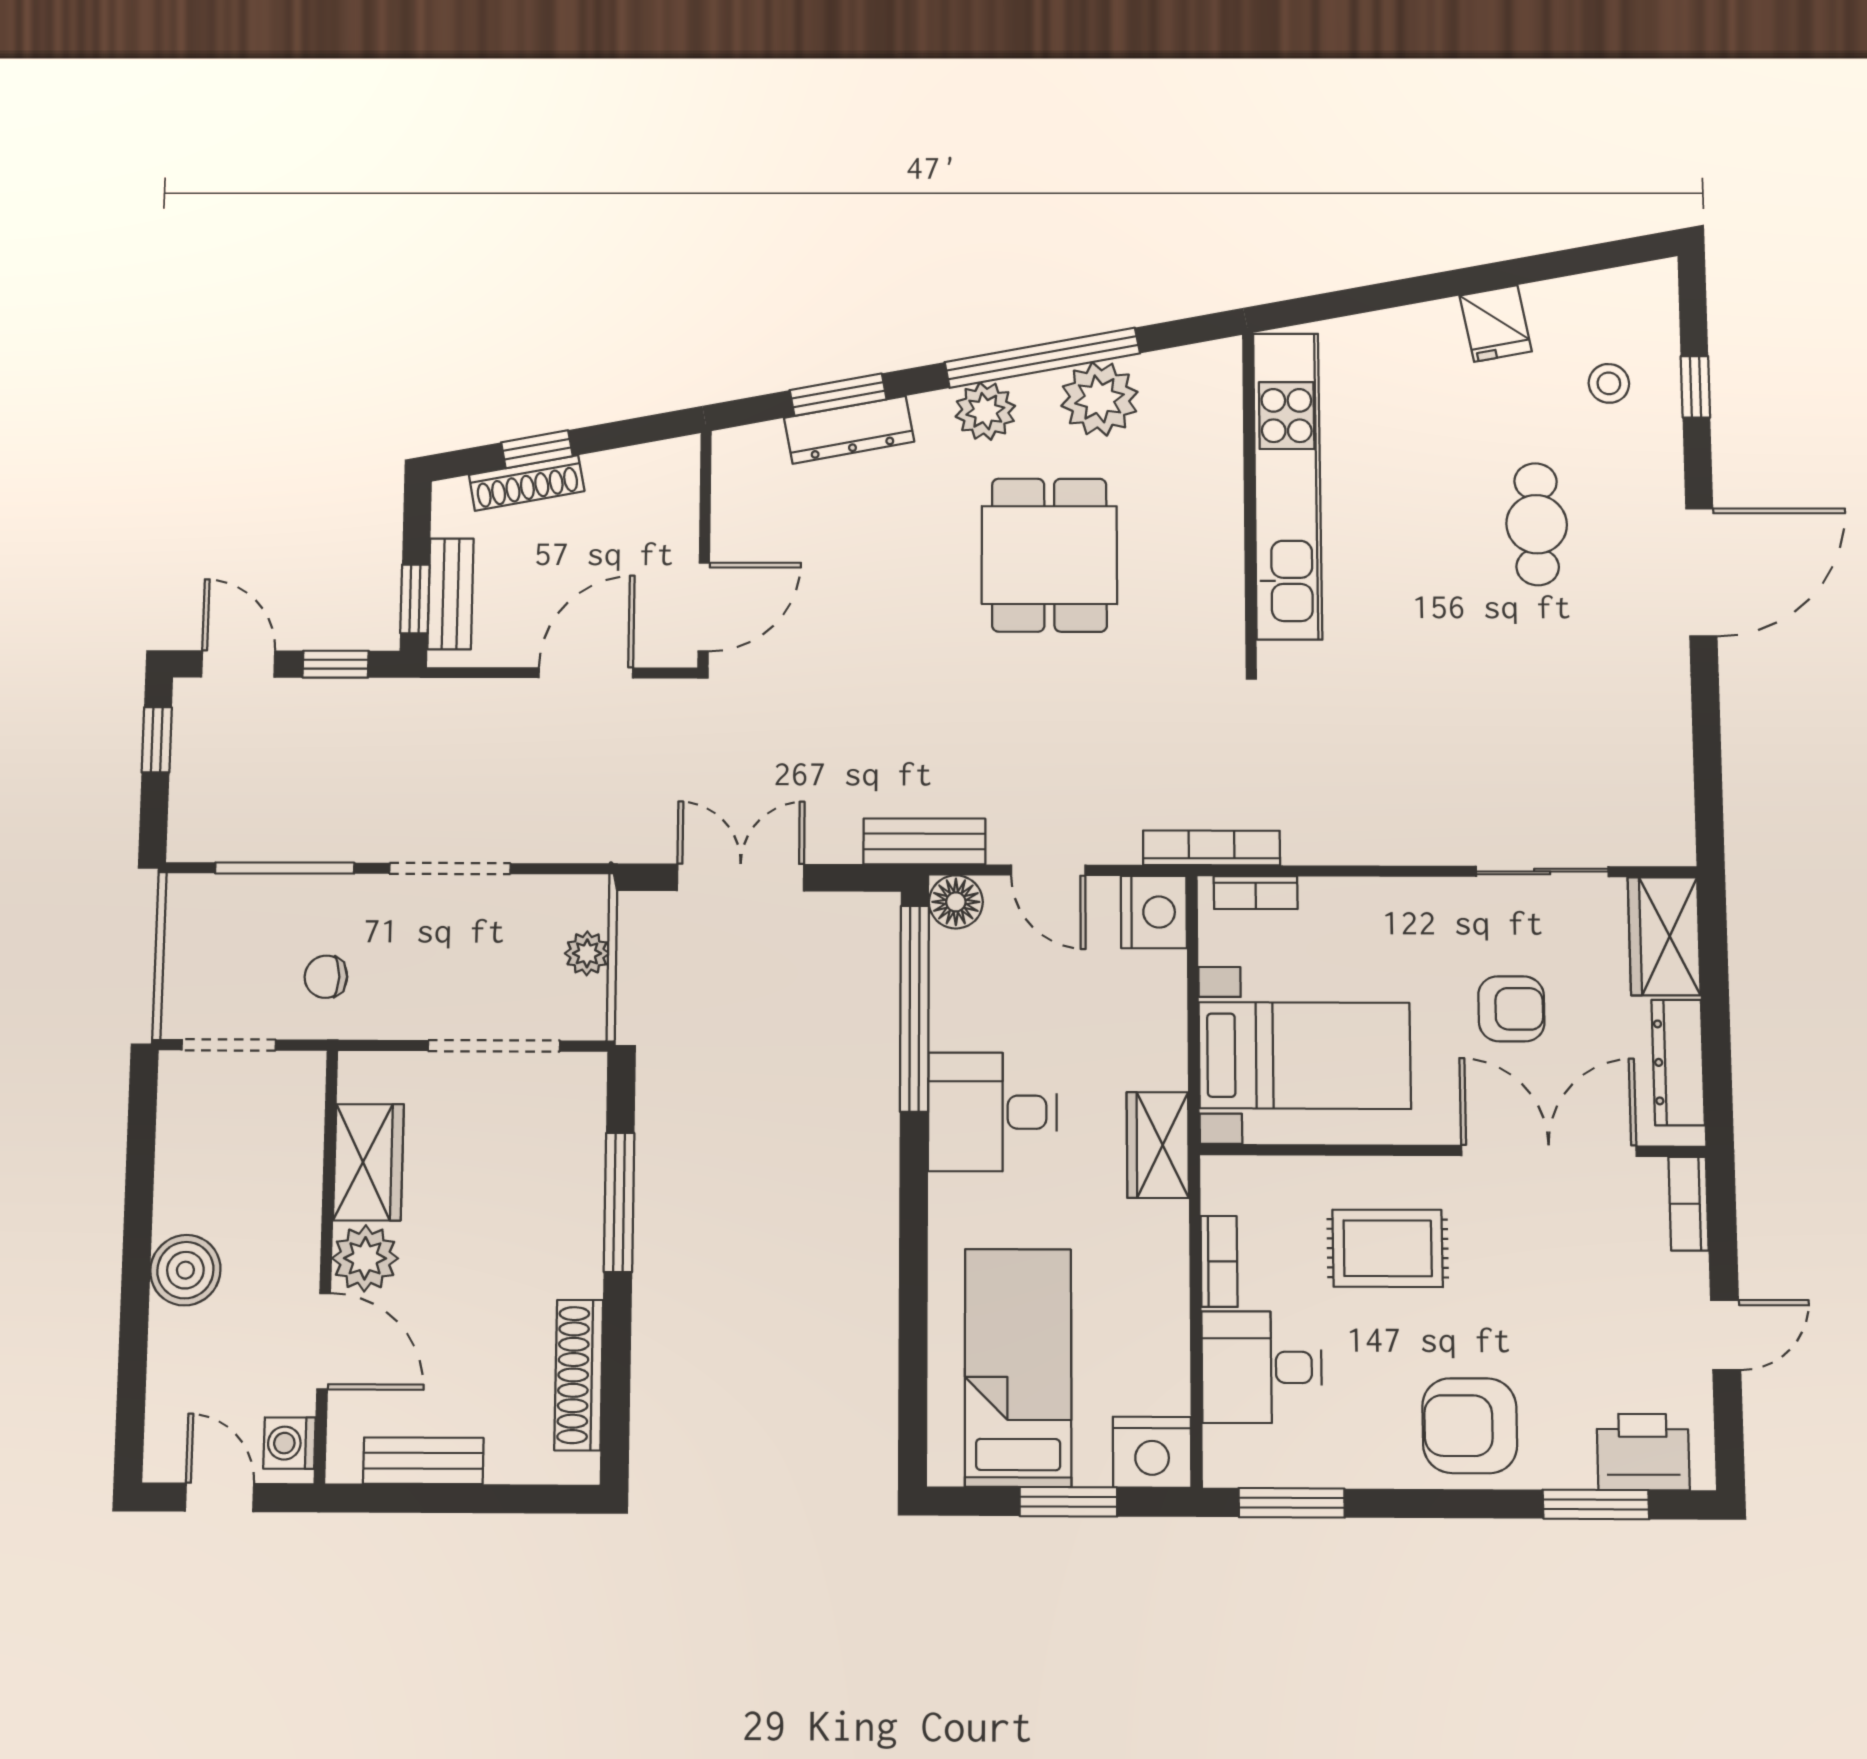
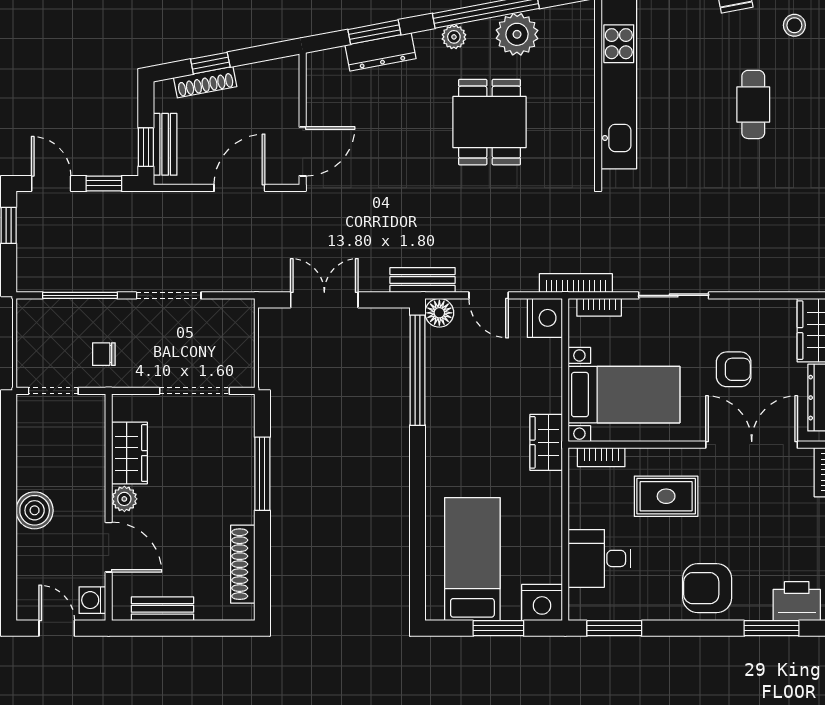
plant: (985, 411) -> (454, 37), width x0.73, depth x0.73
sliding door: (1542, 872) -> (674, 295), moved
plant: (587, 953) -> (243, 341), removed
desk: (992, 1112) -> (459, 425), removed
plant: (365, 1258) -> (124, 499), width x0.73, depth x0.73
bookcase: (1219, 1261) -> (601, 457), moved, turned 90

